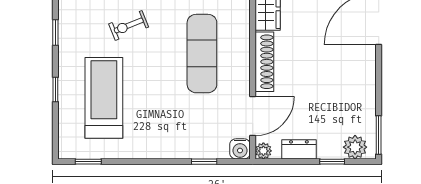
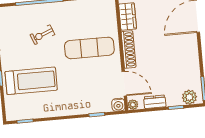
exercise mat: (202, 54) -> (89, 48), turned 90
treadmill: (104, 98) -> (31, 81), turned 90
door: (253, 116) -> (124, 84), hinge flipped

